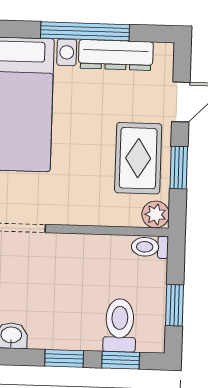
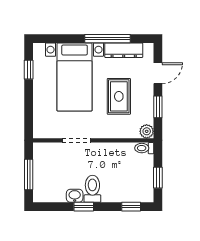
rug: (138, 158) -> (119, 96), moved
toilet: (120, 325) -> (92, 189), moved
window: (64, 358) -> (84, 207), moved

